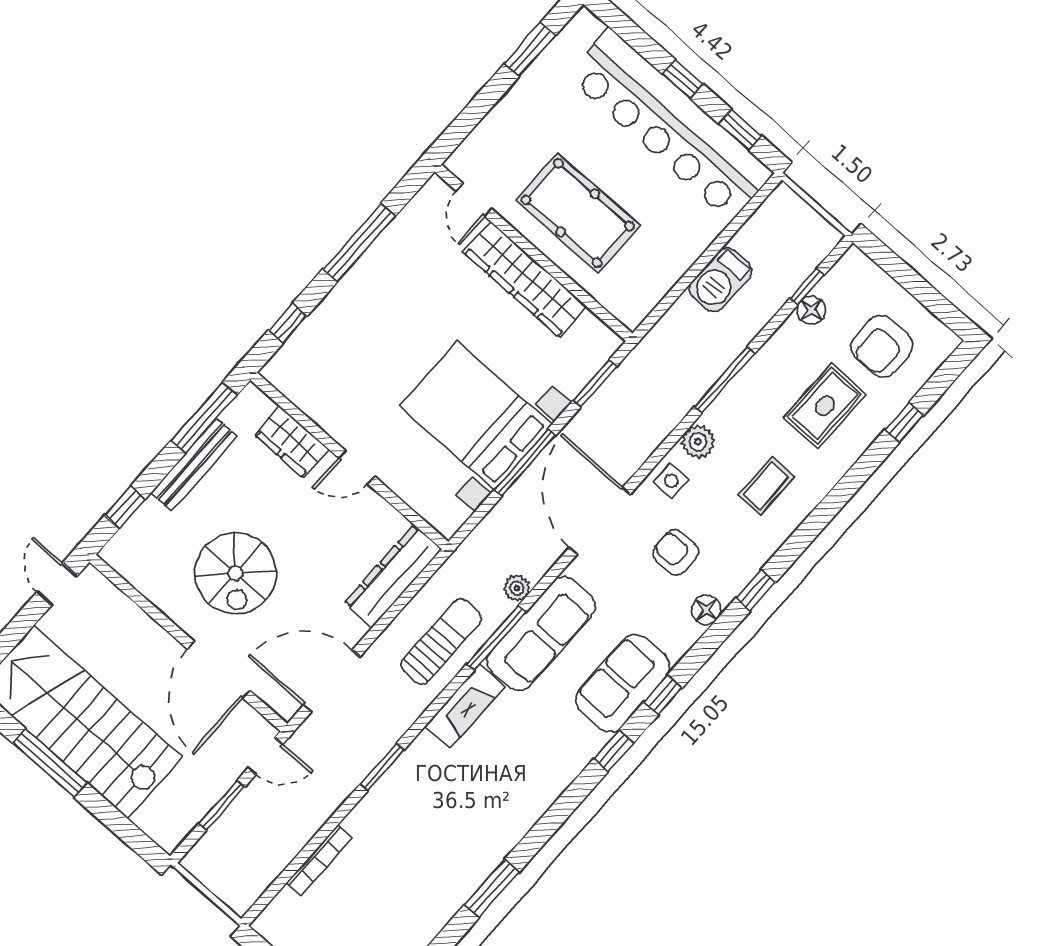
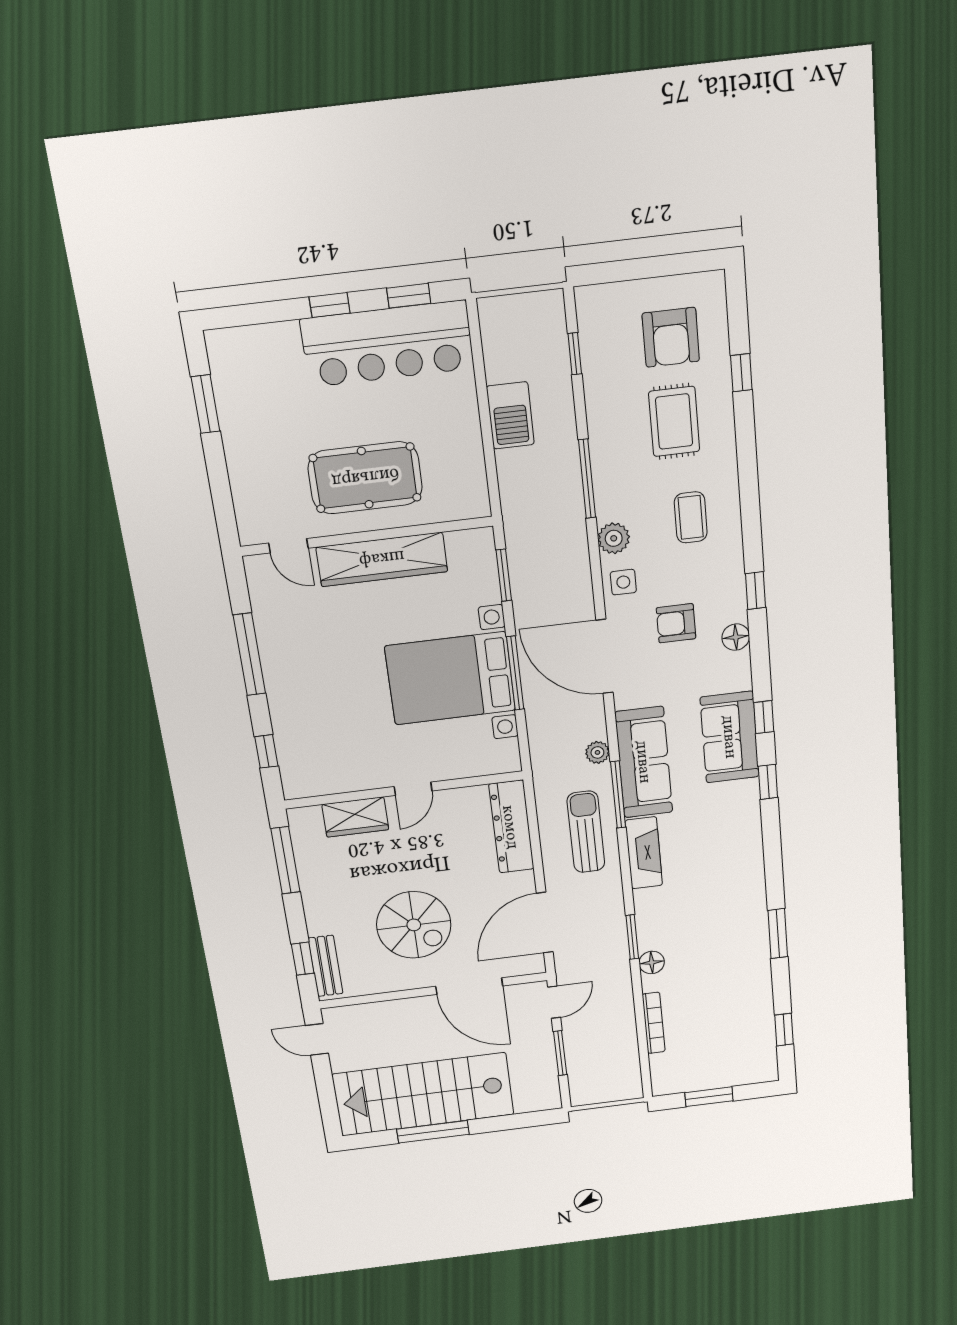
bar counter: (670, 125) -> (387, 344), width x0.73
floor lamp: (811, 310) -> (652, 962), moved
bench: (194, 465) -> (326, 966), moved, width x0.73

